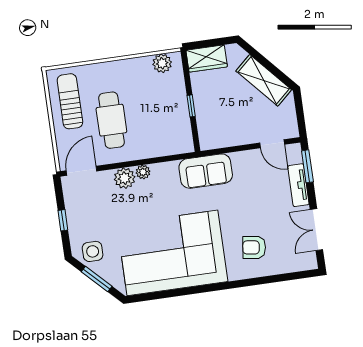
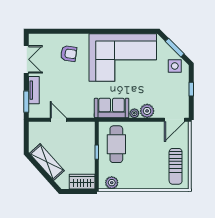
cafe table: (111, 120) -> (116, 144), moved
door: (272, 144) -> (58, 120), moved
sofa: (206, 171) -> (112, 108), moved

